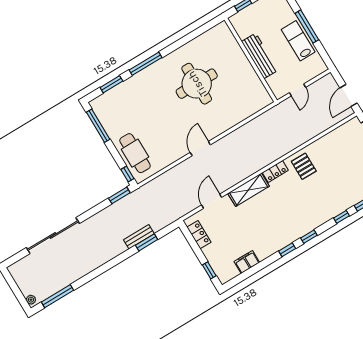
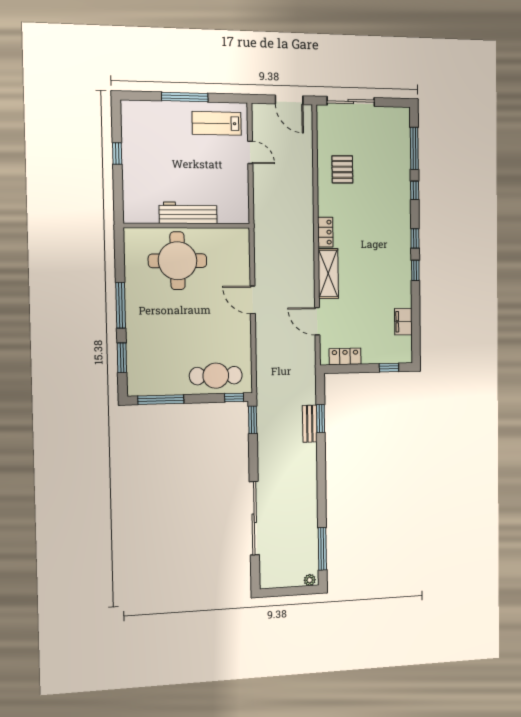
lab bench: (298, 41) -> (217, 123), moved
workbench: (260, 56) -> (188, 213), moved
wall: (251, 60) -> (187, 226), moved
pallet: (304, 166) -> (342, 169), moved, turned 90

